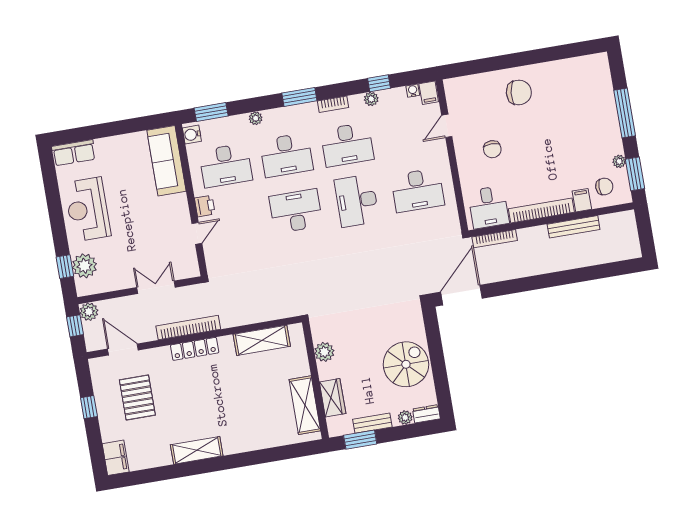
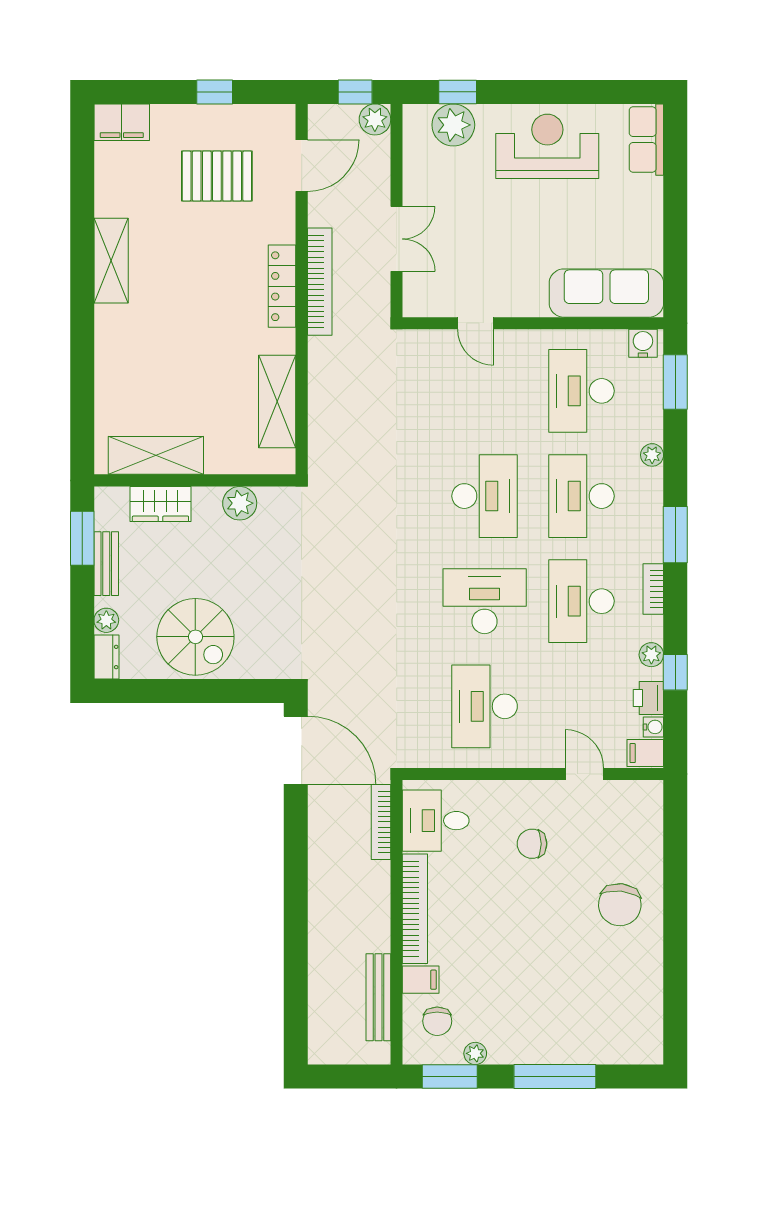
printer: (205, 206) -> (648, 698), moved, turned 90
bench: (574, 227) -> (378, 997), moved

